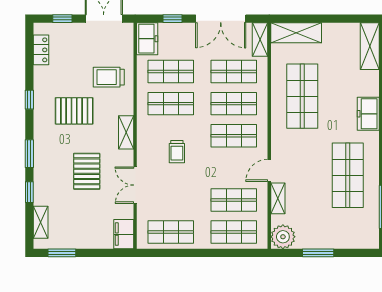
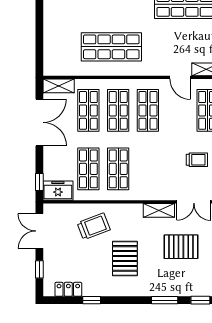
window: (173, 19) -> (39, 182), moved
shelving: (296, 33) -> (52, 53), removed
trolley: (109, 77) -> (94, 226), turned -111
window: (29, 100) -> (92, 300), moved
shelving: (126, 132) -> (159, 210), moved
trolley: (177, 152) -> (197, 160), moved

